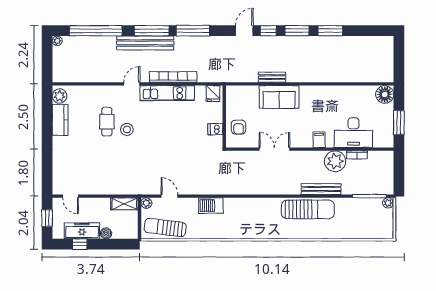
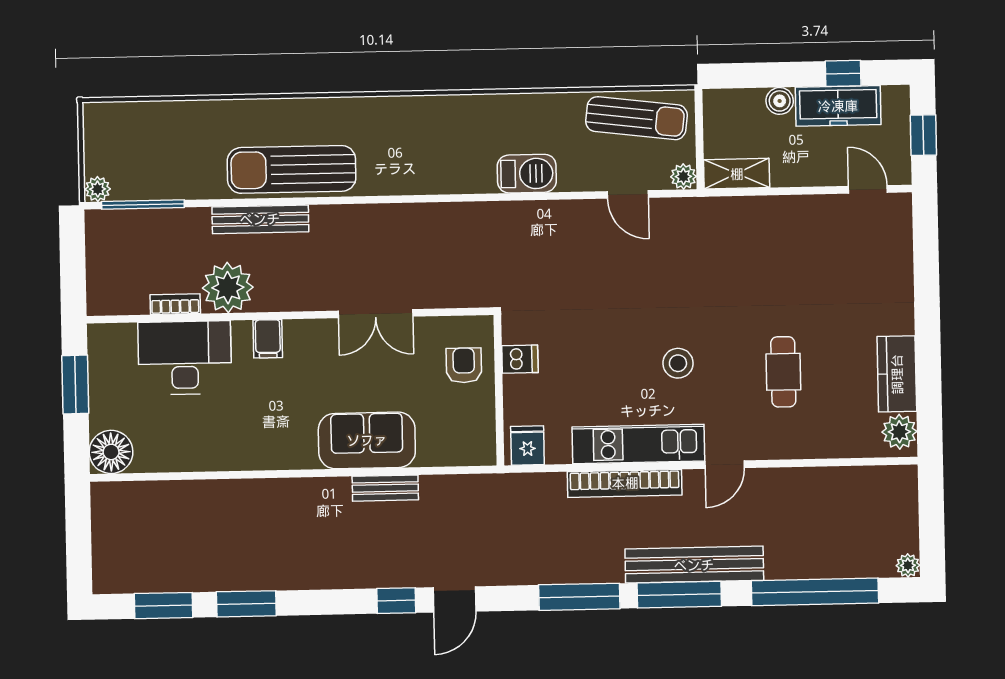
window: (297, 31) -> (164, 606), moved
stool: (127, 130) -> (678, 363), moved

